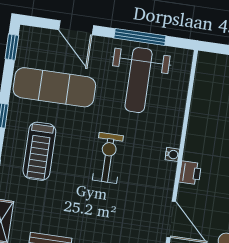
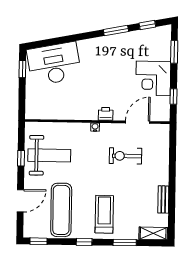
window: (140, 37) -> (21, 158), width x0.46
treadmill: (39, 151) -> (104, 214), turned -90
exercise bike: (108, 158) -> (125, 156), moved

